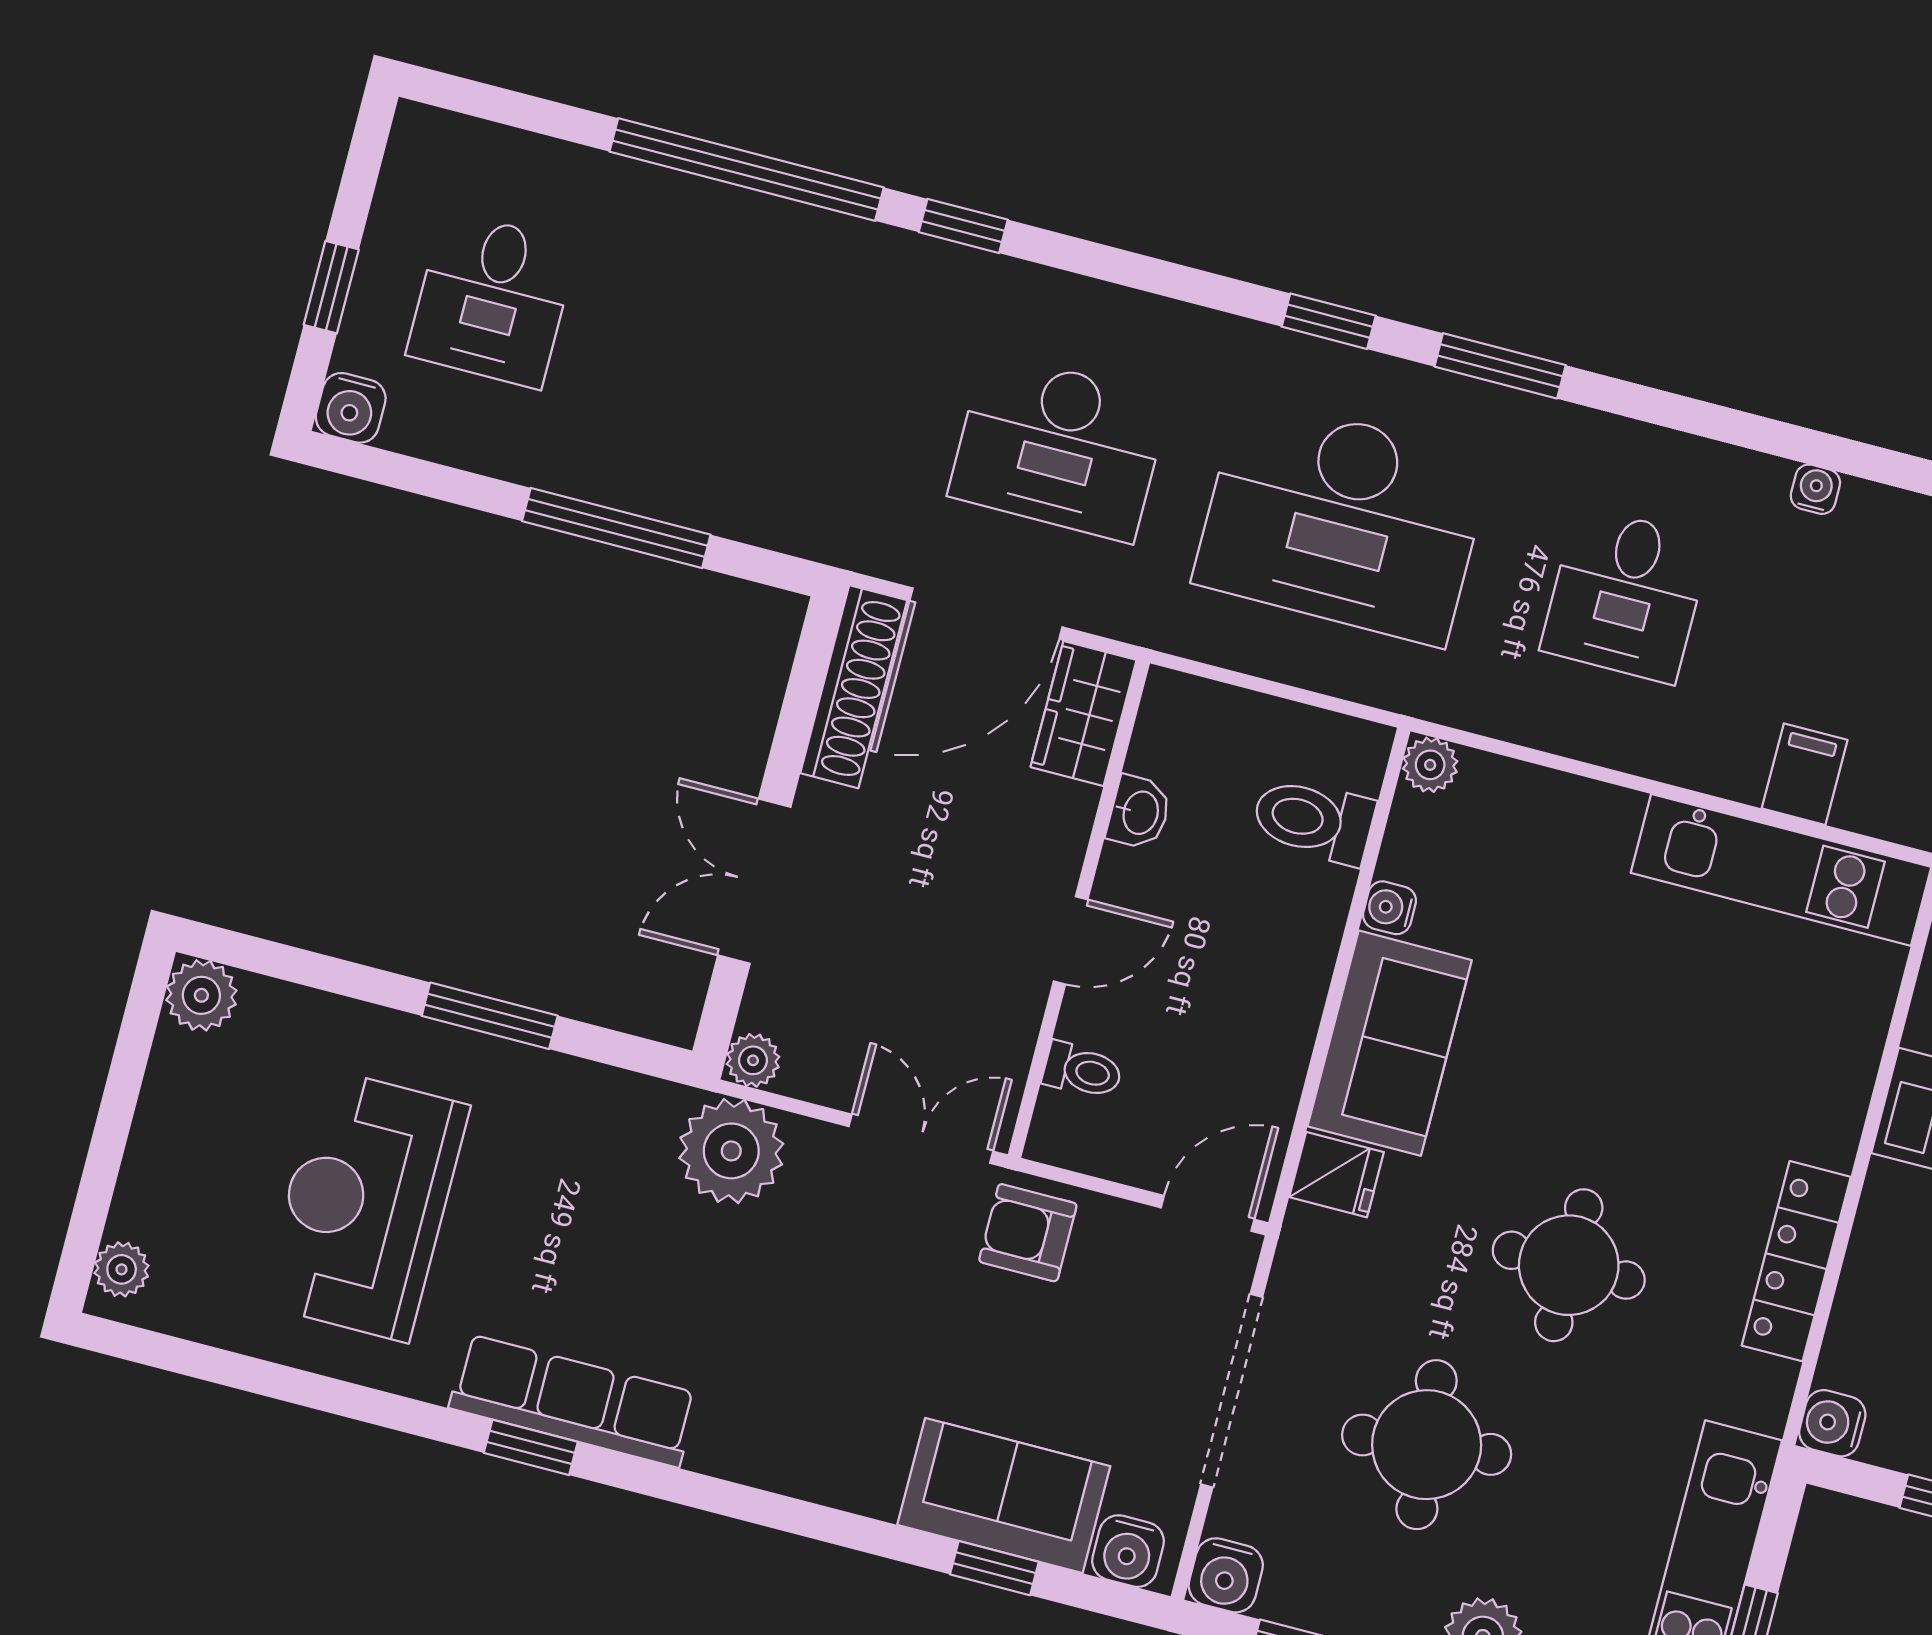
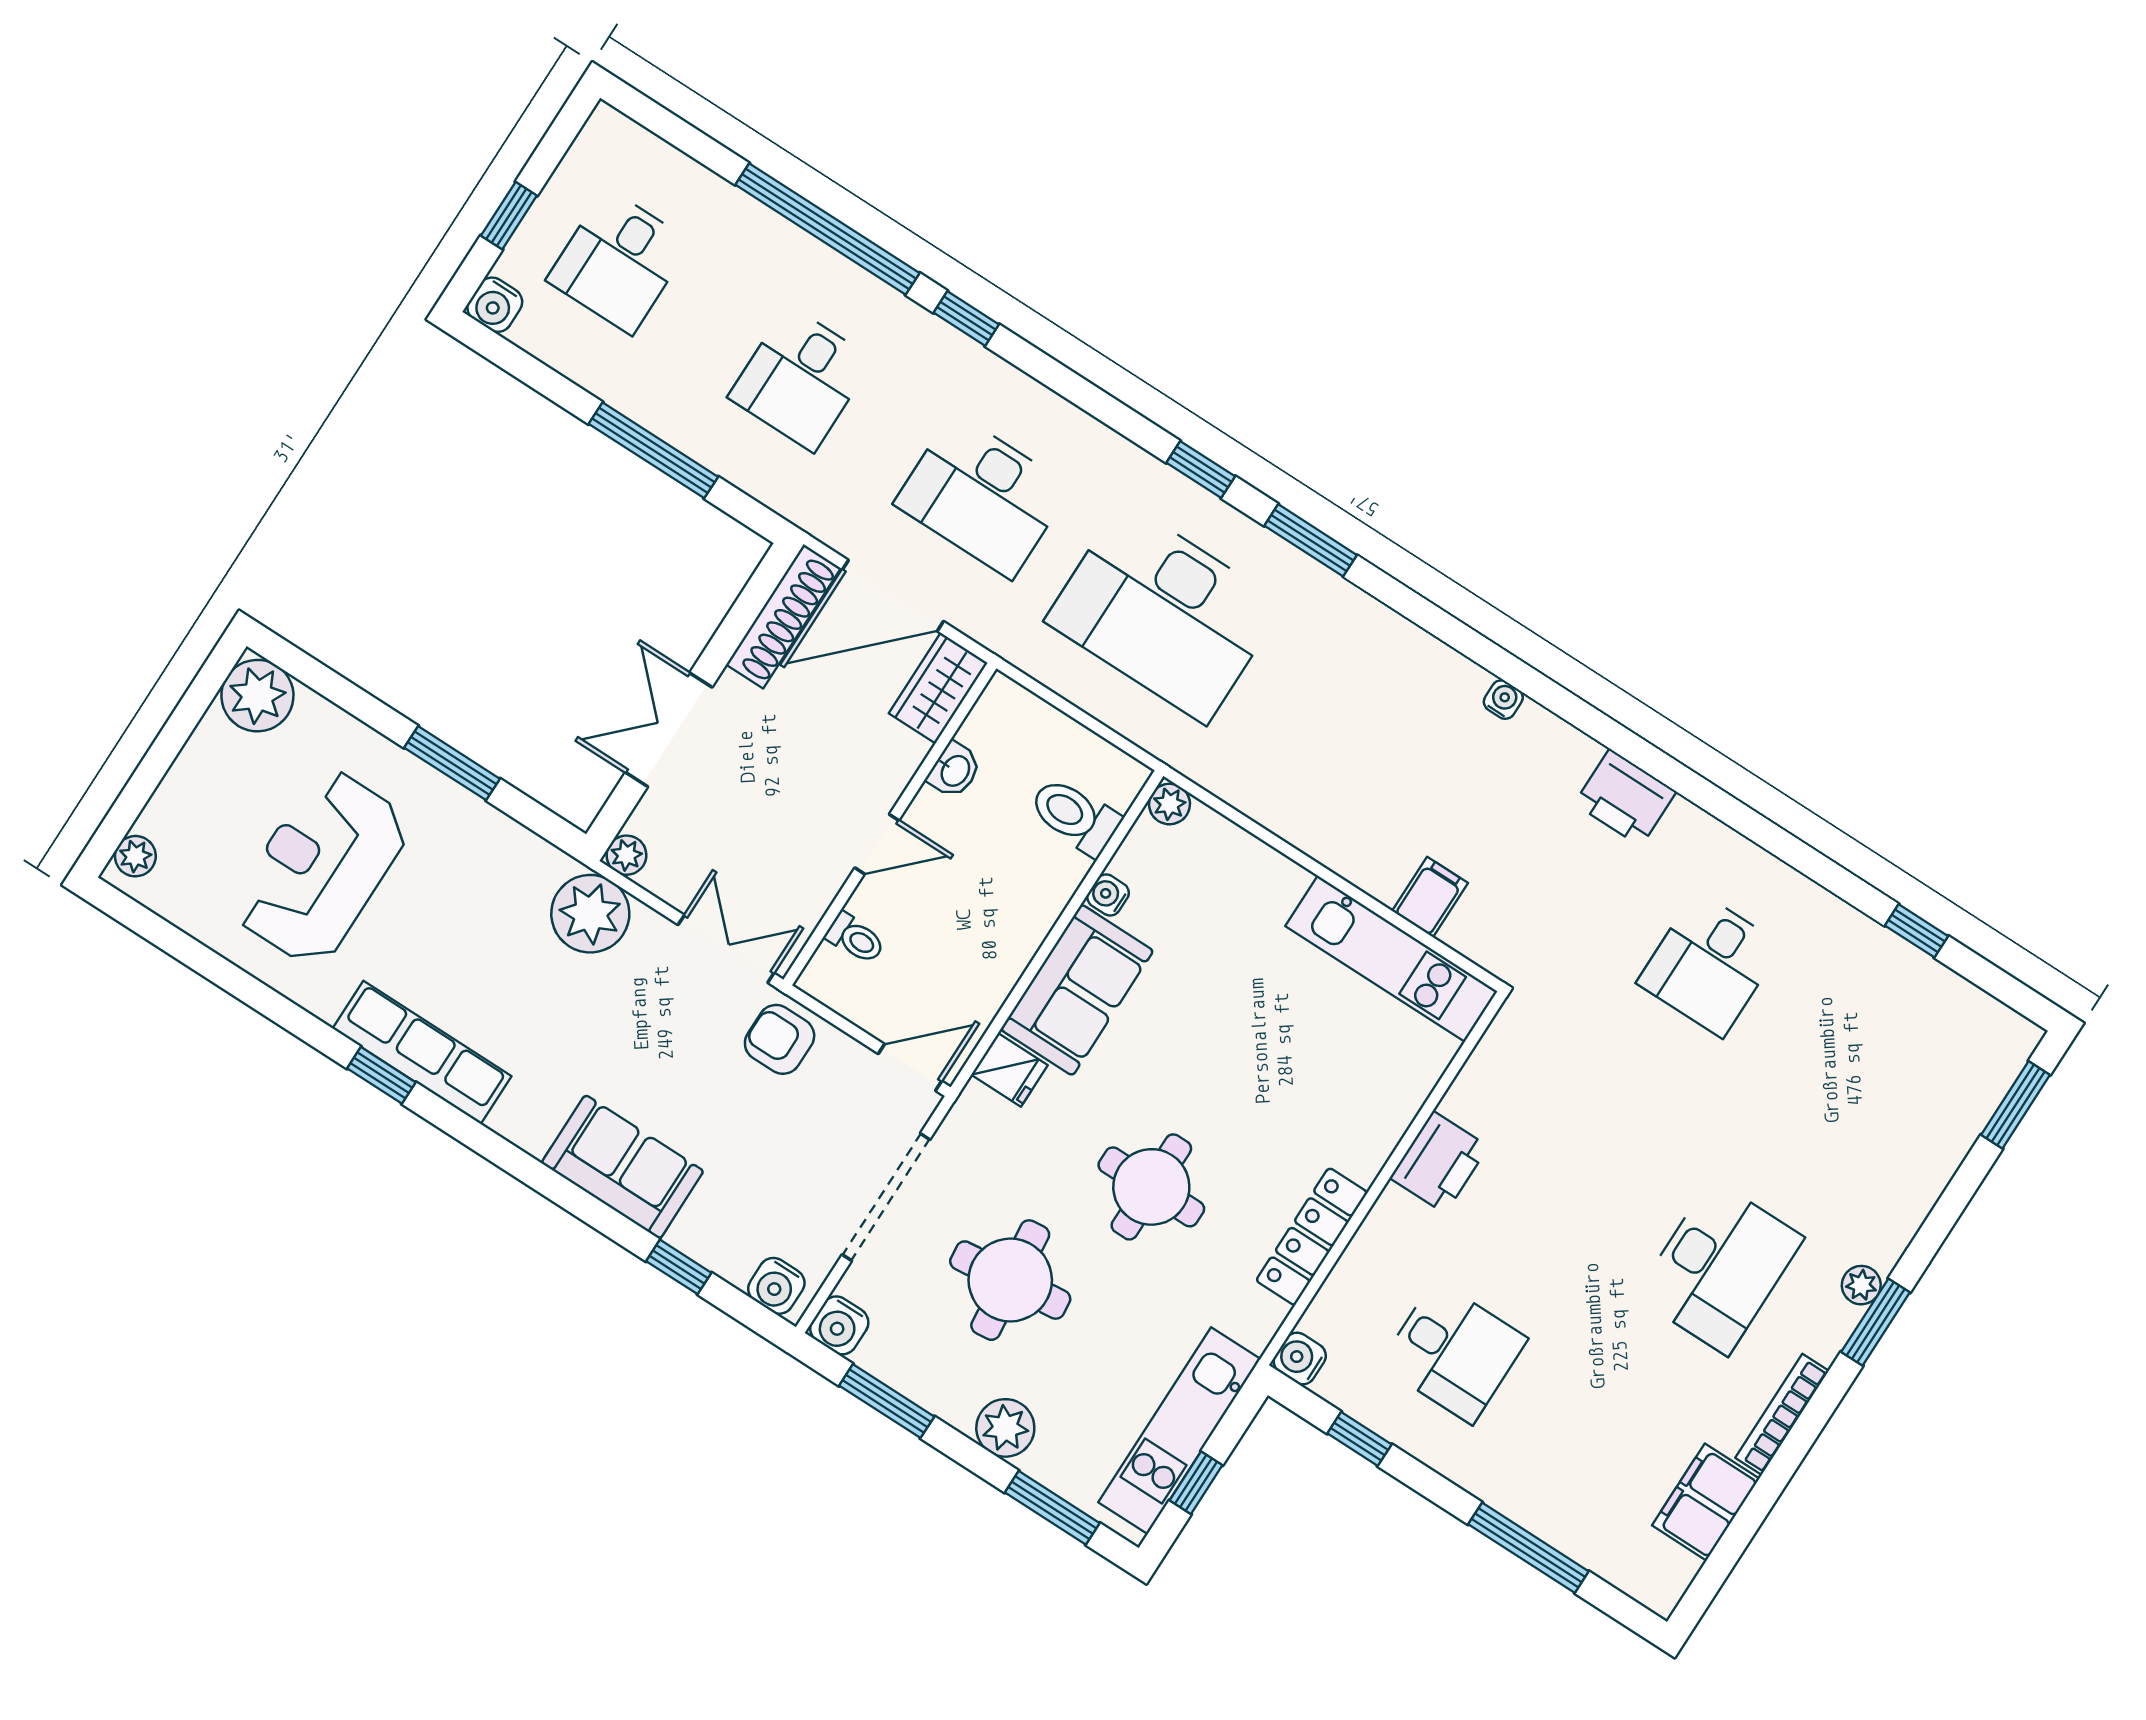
desk: (1626, 595) -> (801, 378), moved
plant: (201, 995) -> (257, 696), width x1.36, depth x1.36
sofa: (1004, 1496) -> (623, 1167), moved

